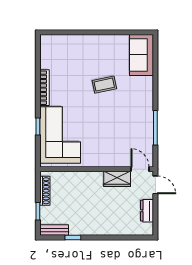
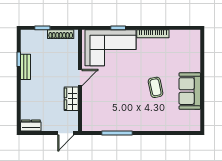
sofa: (142, 55) -> (190, 91), moved, turned -90
door: (140, 169) -> (80, 78), moved
dresser: (147, 211) -> (31, 125), moved
bench: (54, 230) -> (26, 67), moved

